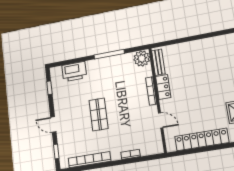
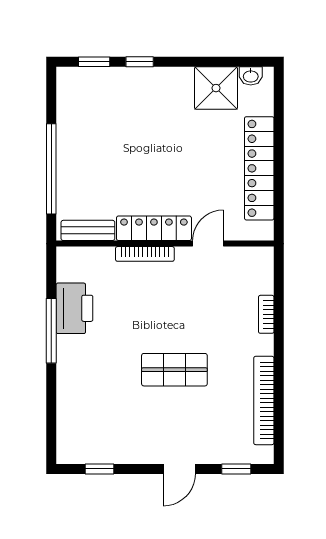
window: (185, 40) -> (51, 169), added
plant: (142, 58) -> (73, 264), removed
printer: (74, 72) -> (74, 308), moved
locker: (163, 87) -> (154, 228), width x1.53

